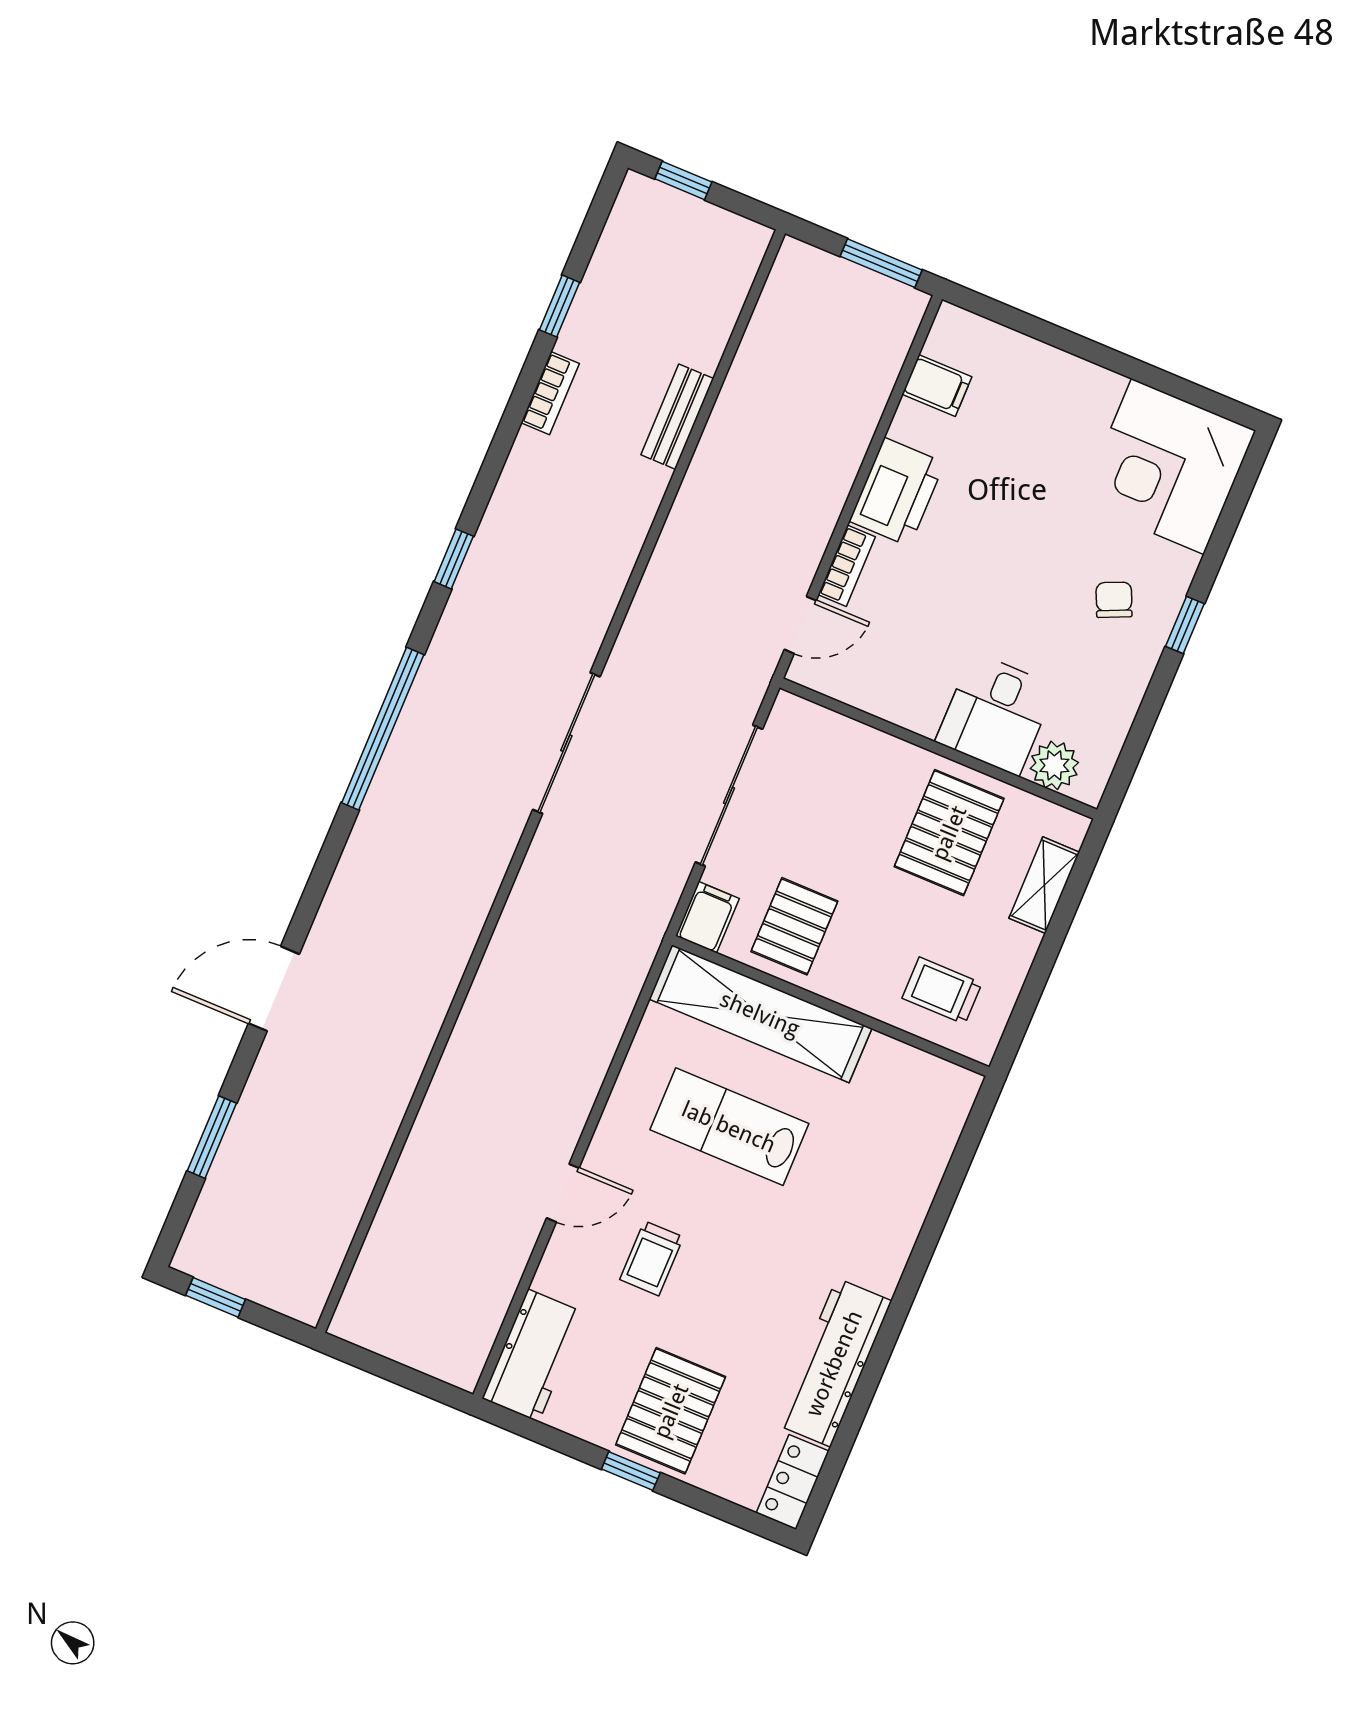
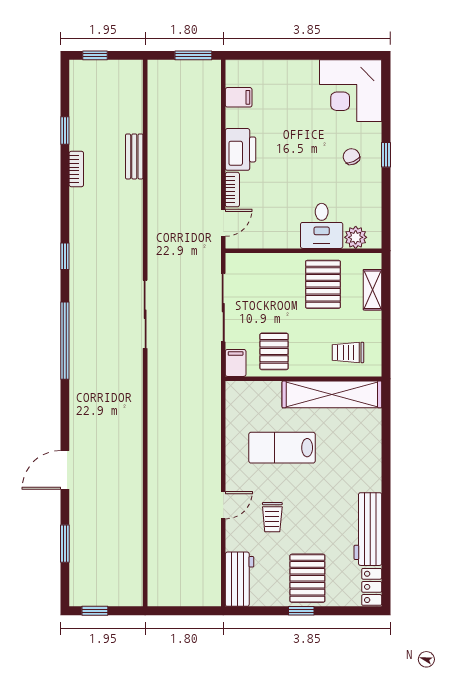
shelving: (760, 1014) -> (332, 394), moved

